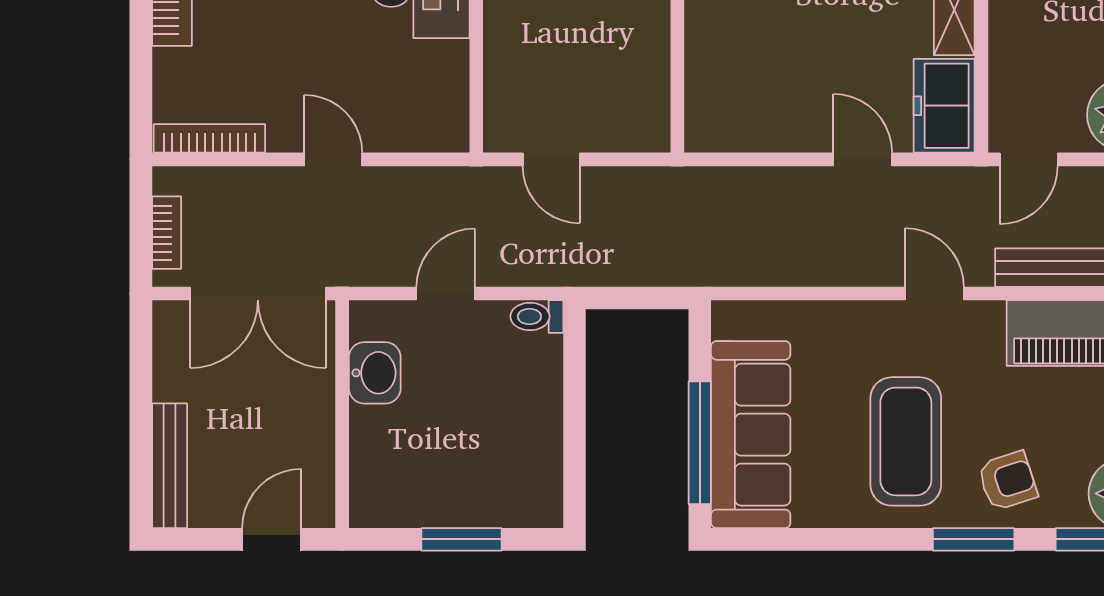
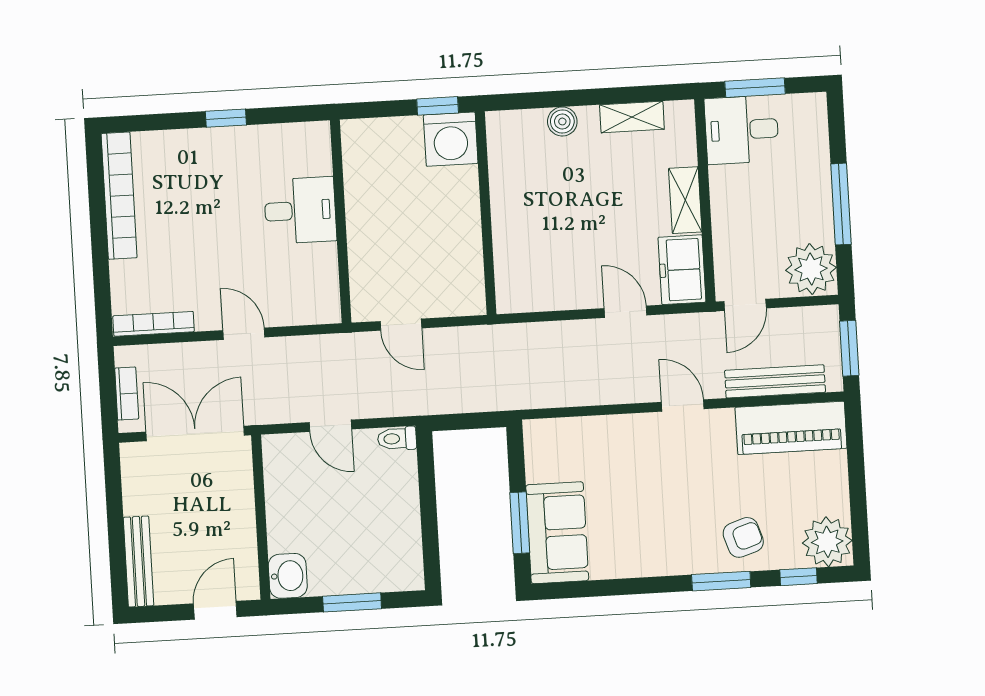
double door: (258, 293) -> (195, 434), swing flipped
door: (446, 293) -> (330, 426), swing flipped
washbasin: (375, 373) -> (288, 576), moved
sofa: (751, 435) -> (557, 533), width x0.73
coffee table: (906, 441) -> (668, 513), removed
window: (700, 443) -> (520, 523), width x0.69

